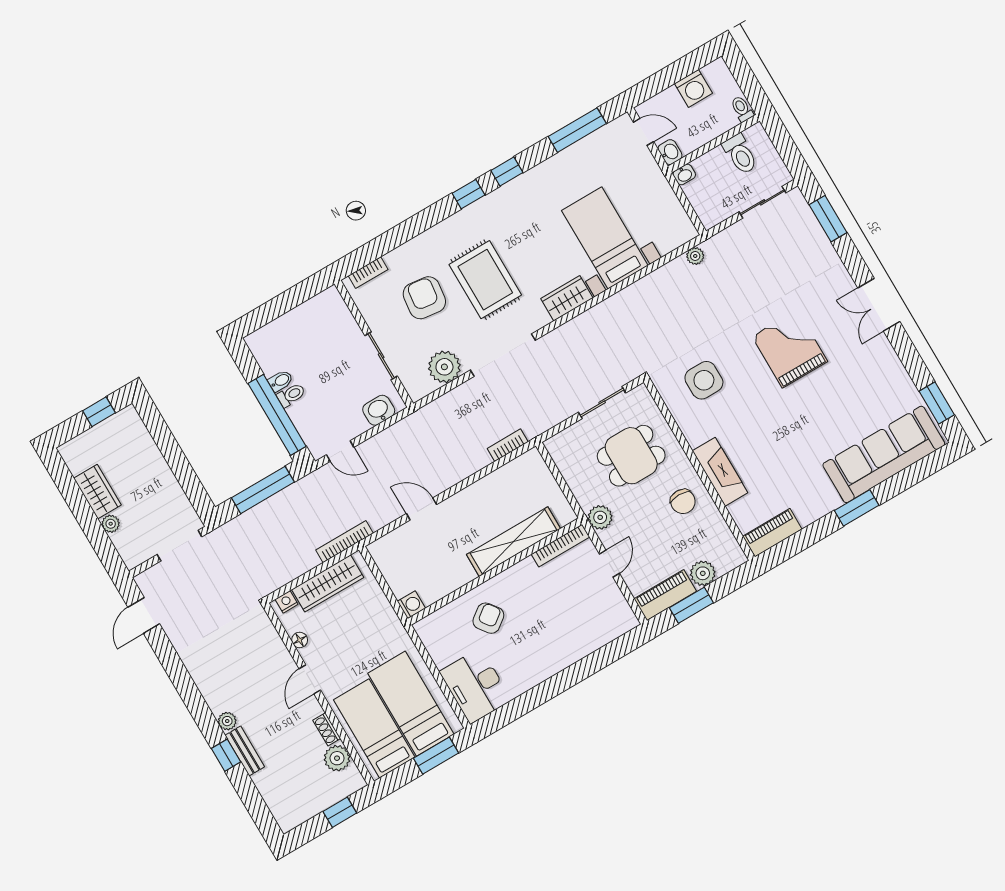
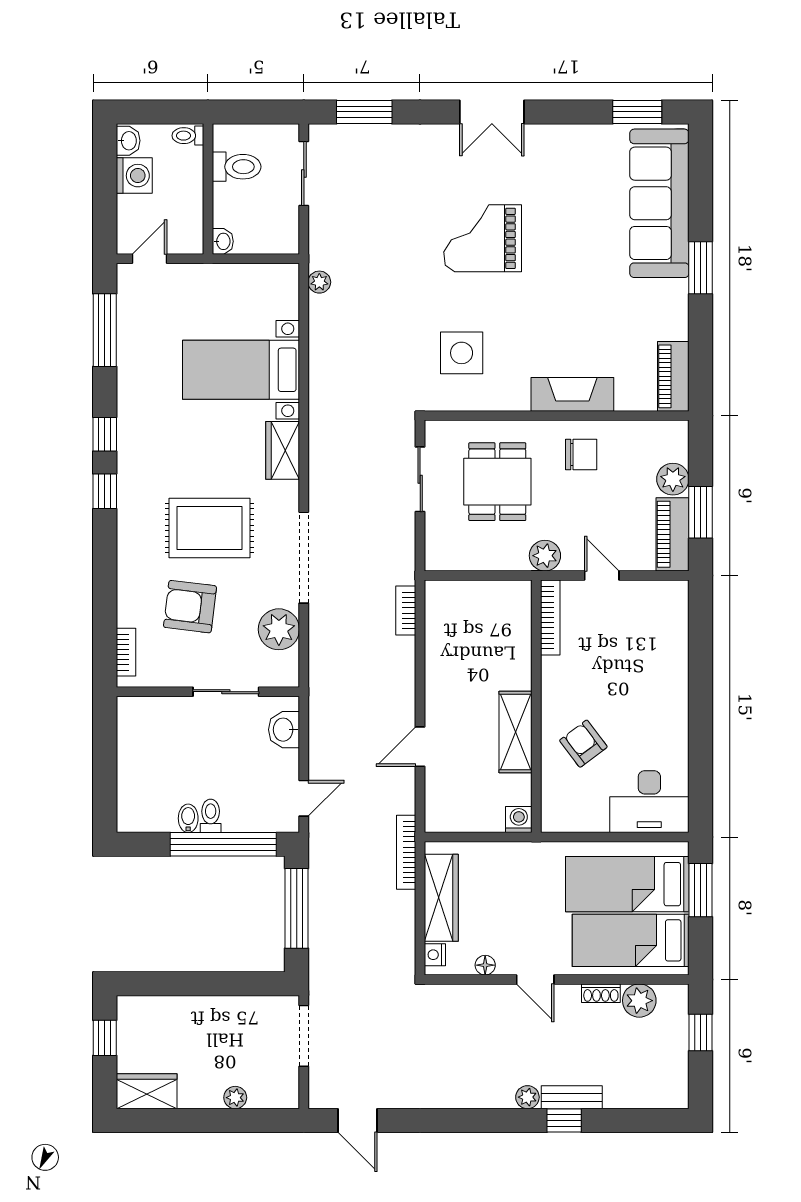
washbasin: (670, 152) -> (128, 141), moved, turned 90
wardrobe: (97, 492) -> (147, 1091), moved
shelving: (514, 542) -> (516, 732), moved, width x0.68

